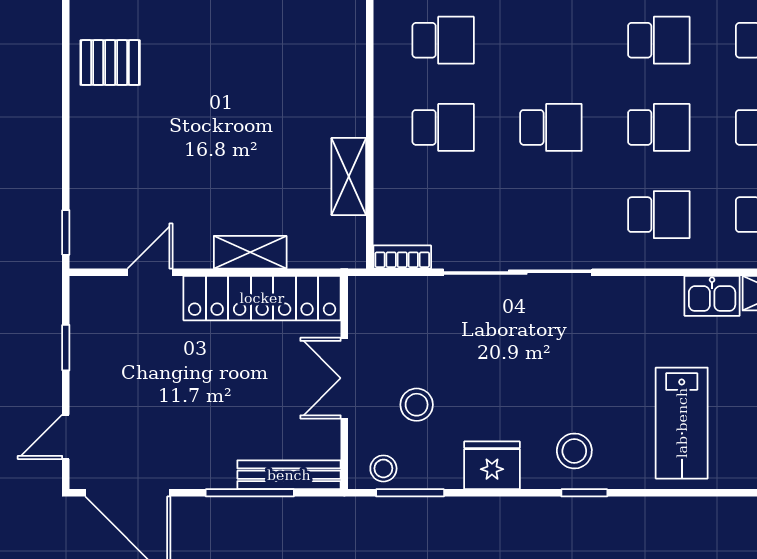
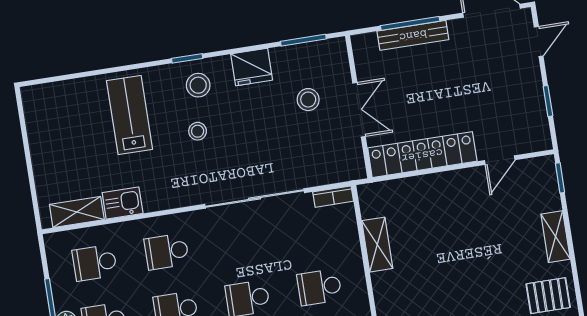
shelving: (250, 252) -> (556, 237), moved, turned 90
stool: (383, 468) -> (198, 131), moved
bench: (289, 475) -> (413, 35), moved

